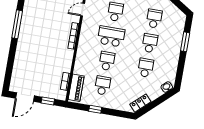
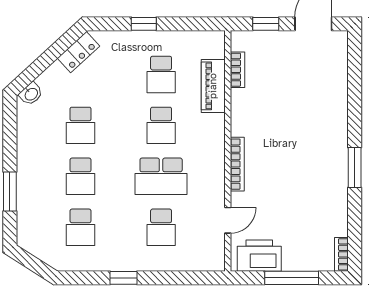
window: (17, 24) -> (355, 168), width x0.69
piano: (76, 88) -> (213, 86), moved
window: (95, 109) -> (144, 24), moved

